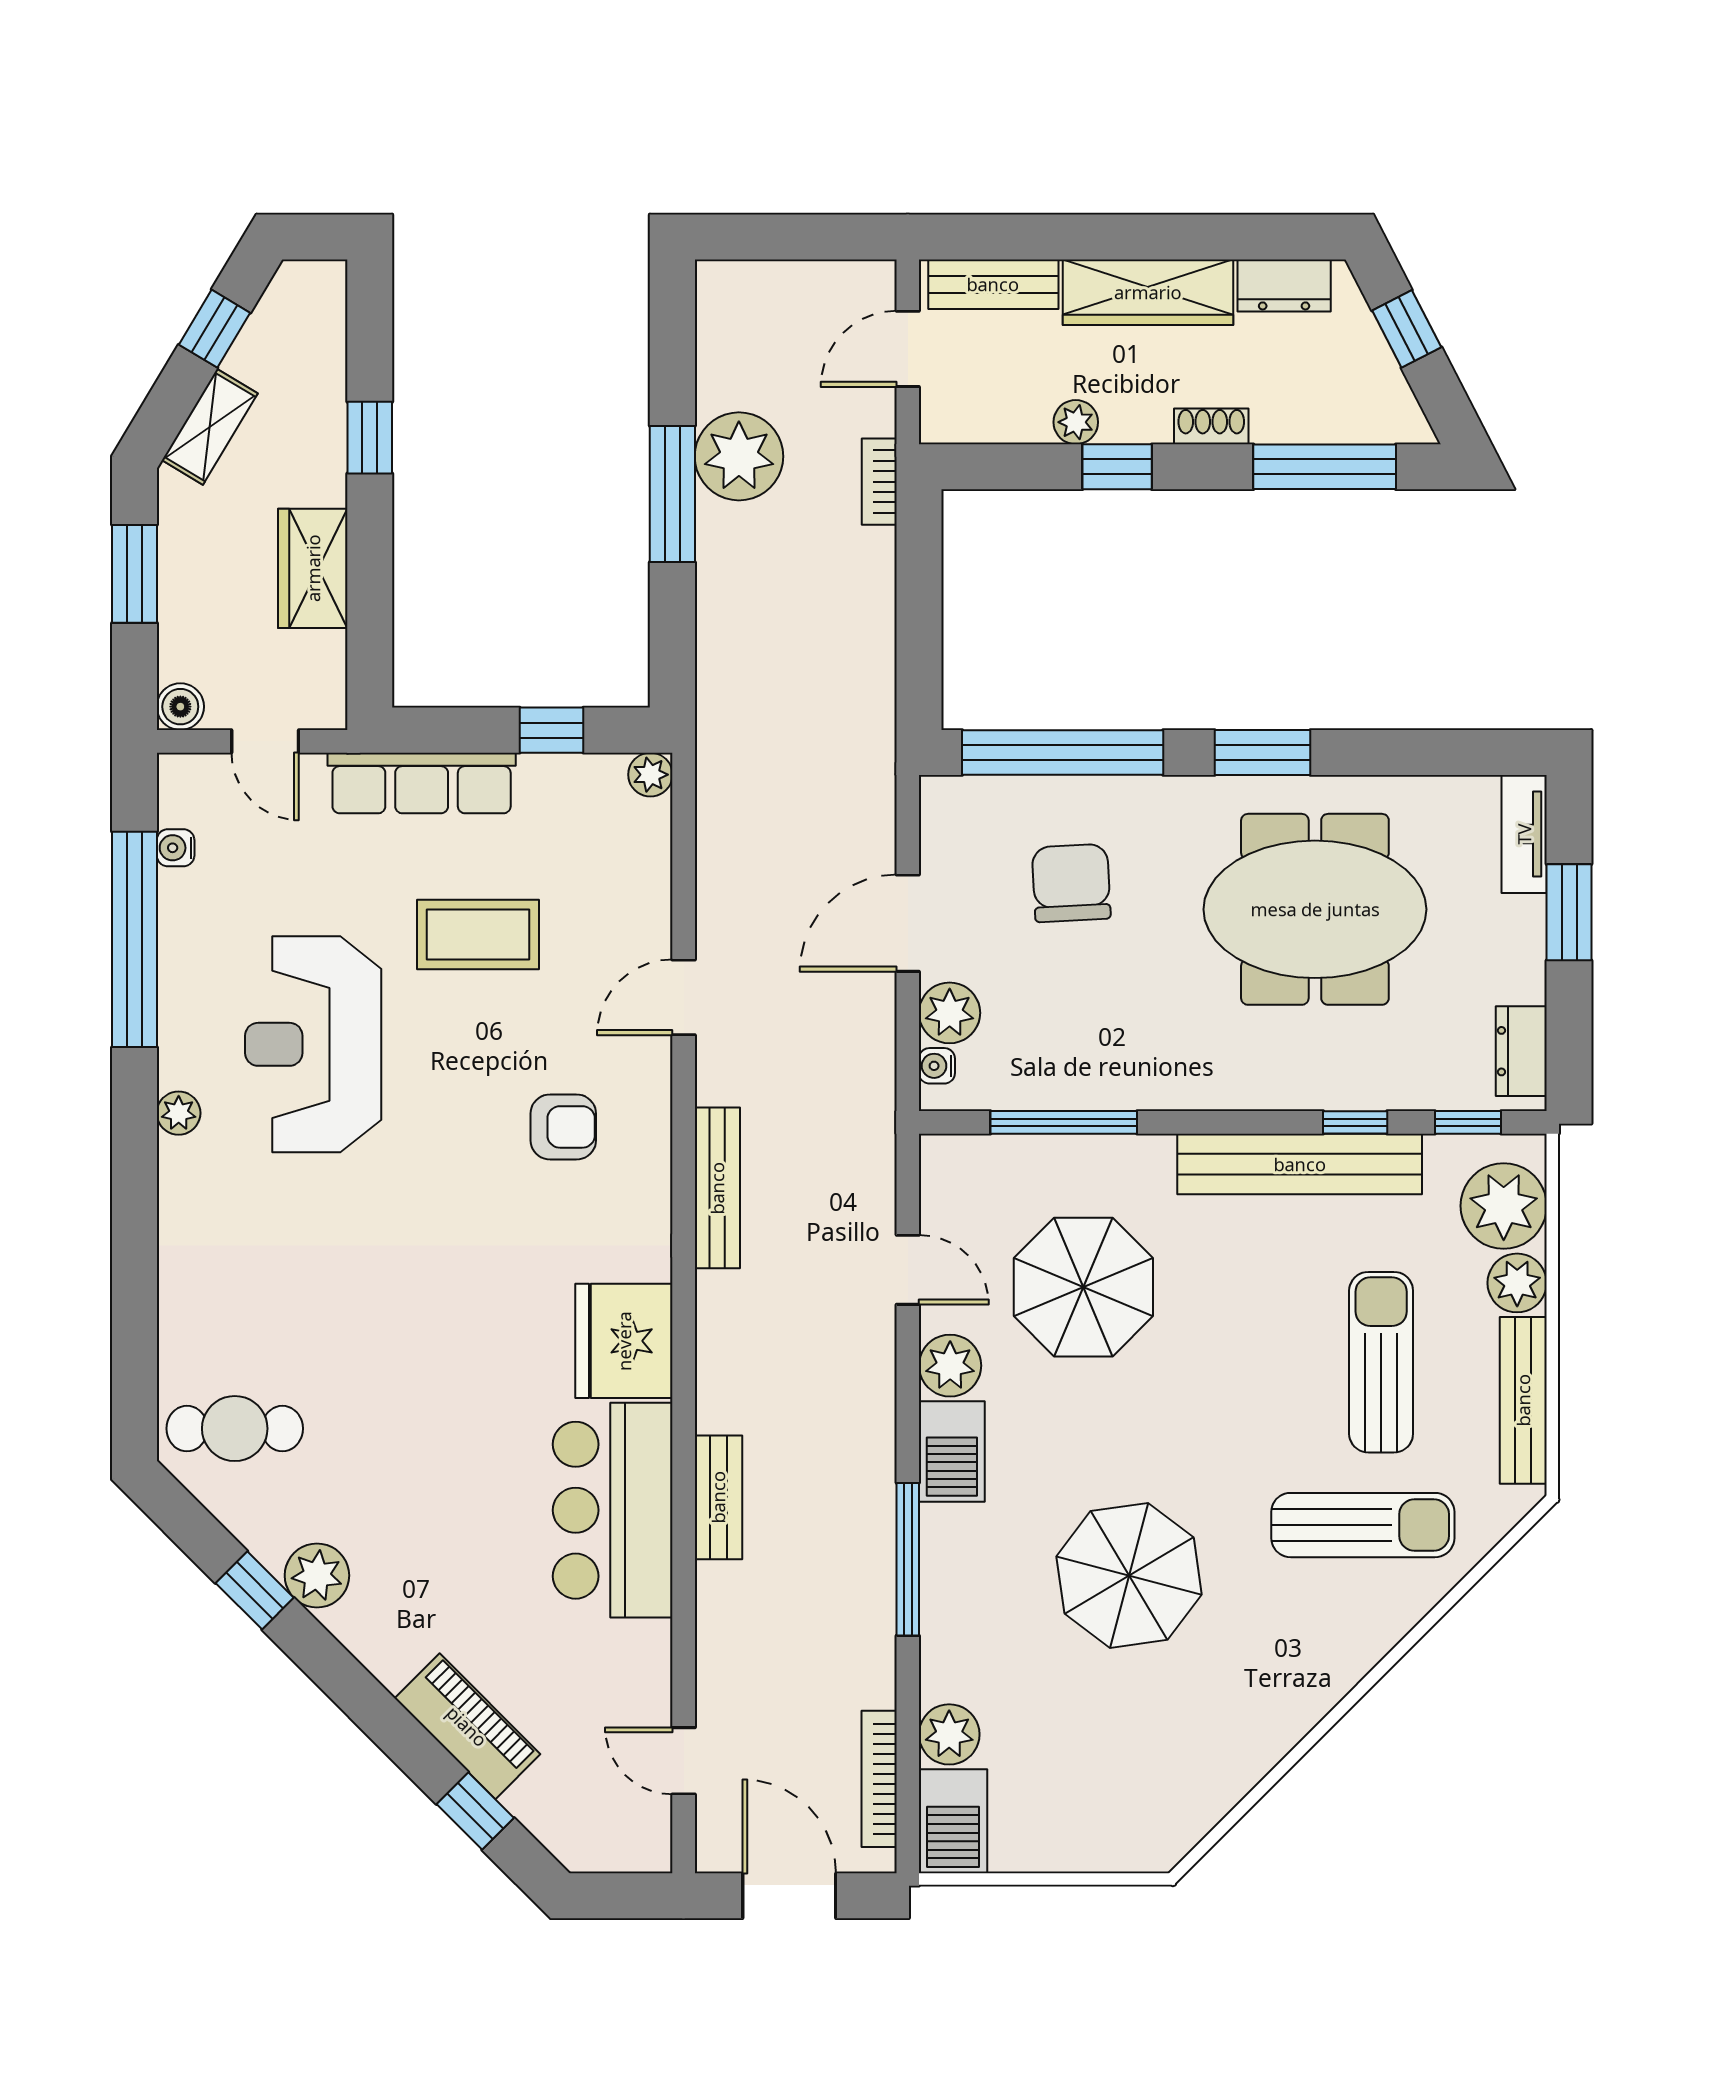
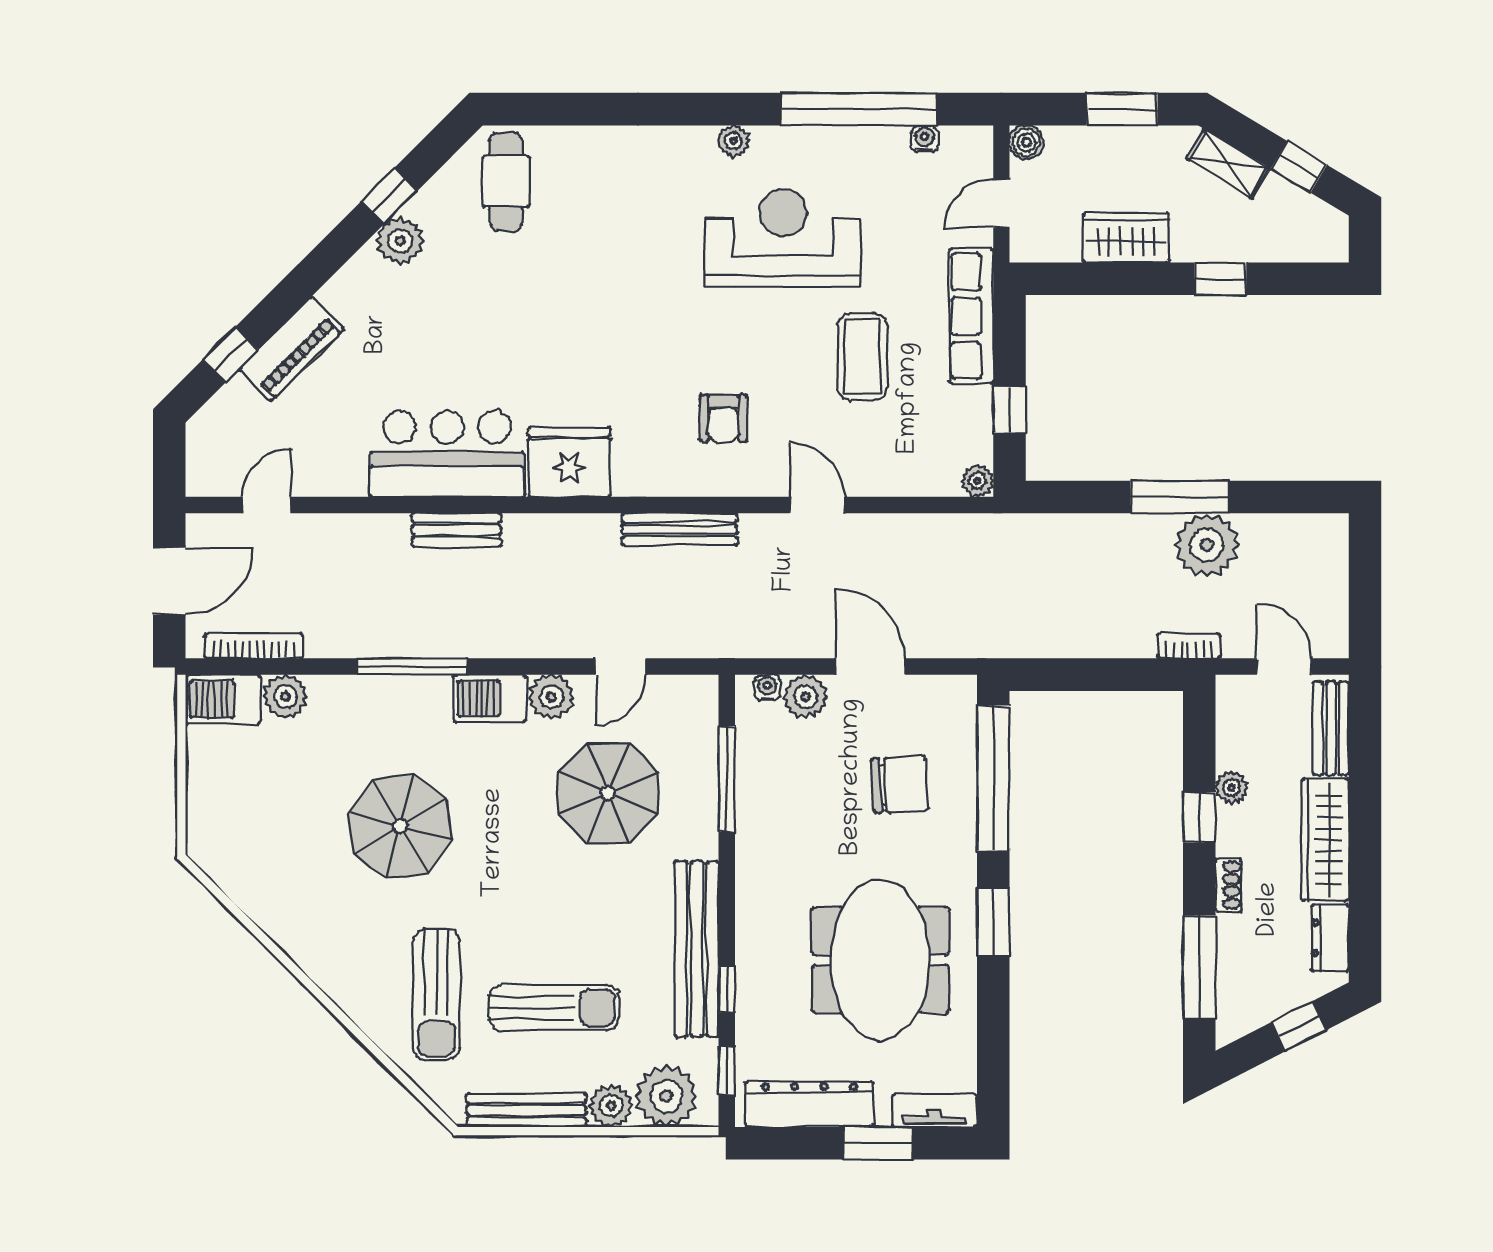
dresser: (1521, 1051) -> (809, 1104), width x1.96, depth x1.24

